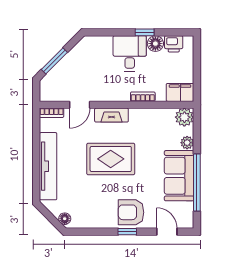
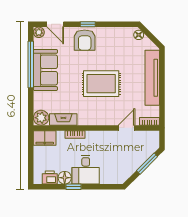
fireplace: (111, 115) -> (63, 119), moved
plant: (187, 143) -> (39, 32), moved
armchair: (131, 212) -> (85, 40), turned 90

